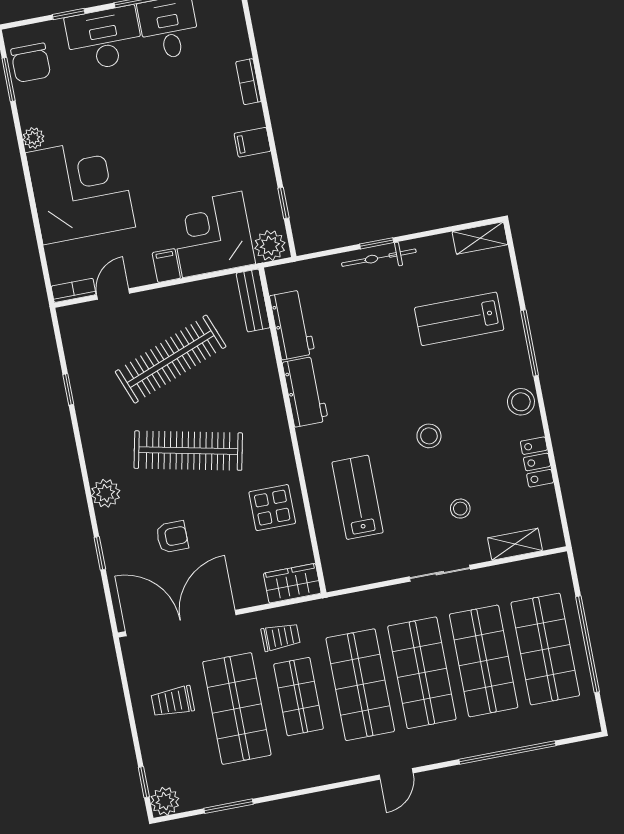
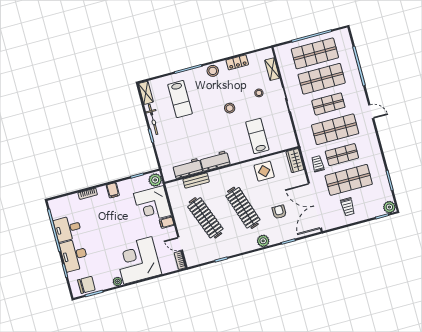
bicycle: (379, 258) -> (153, 119), moved
bench: (253, 300) -> (196, 181), moved
clothes rail: (188, 451) -> (243, 208), turned -30
lab bench: (358, 497) -> (257, 136), turned 90
shop shelf: (422, 673) -> (328, 104), width x0.70, depth x0.74

